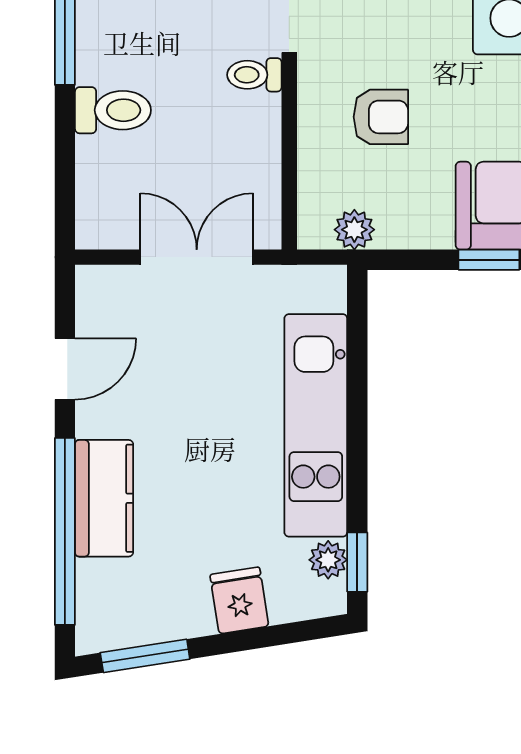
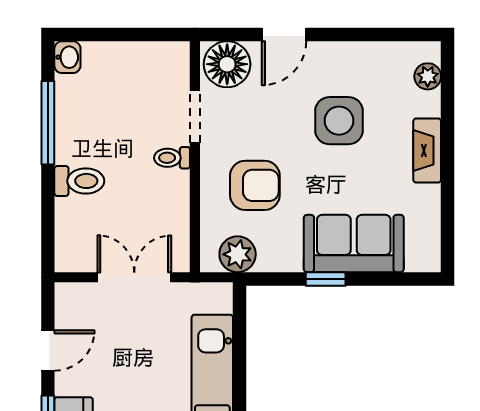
armchair: (381, 117) -> (255, 185), width x1.38, depth x1.38
plant: (354, 230) -> (238, 254), width x1.38, depth x1.38

